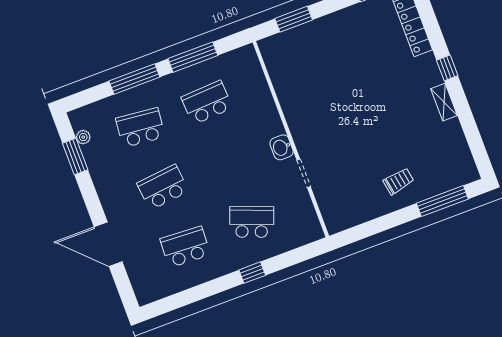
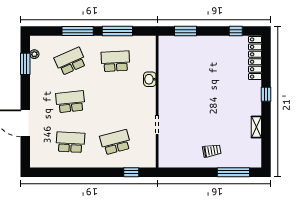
shelving: (444, 102) -> (256, 127), moved
school desk: (140, 128) -> (70, 61), turned -30
washbasin: (282, 147) -> (150, 79), moved
school desk: (252, 222) -> (115, 142), turned -36
window: (252, 273) -> (131, 172), moved

